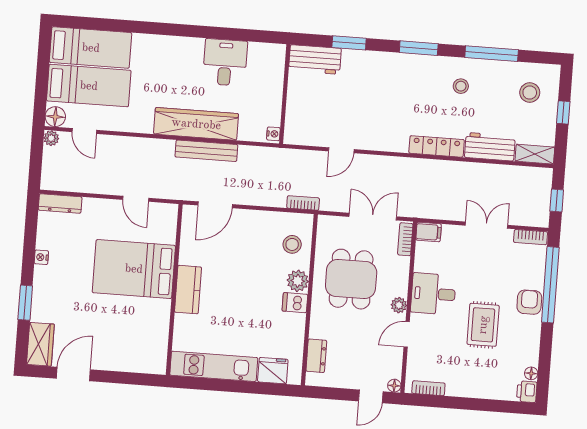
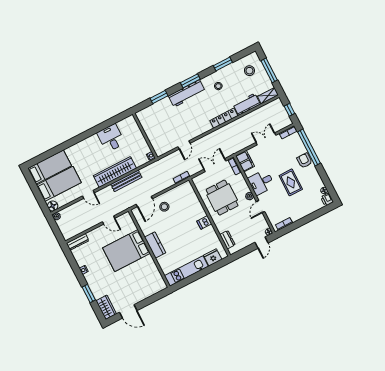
window: (492, 54) -> (223, 64), width x0.69
workbench: (315, 60) -> (187, 93), moved, width x1.37
window: (563, 112) -> (269, 70), width x2.17
door: (84, 131) -> (88, 194), moved
filing cabinet: (429, 232) -> (245, 161), width x2.00
stool: (292, 244) -> (164, 207), moved
plant: (298, 281) -> (200, 212), removed
door: (73, 374) -> (128, 311), swing flipped

